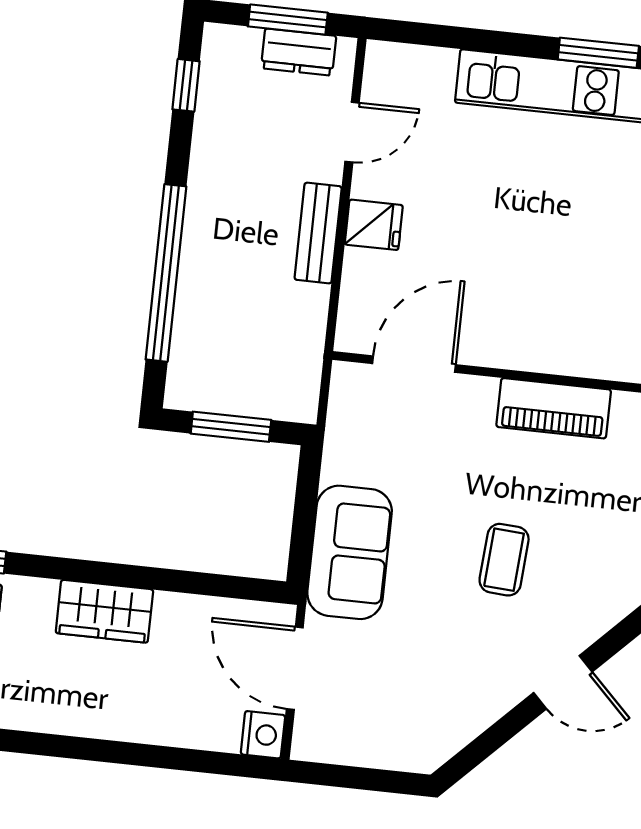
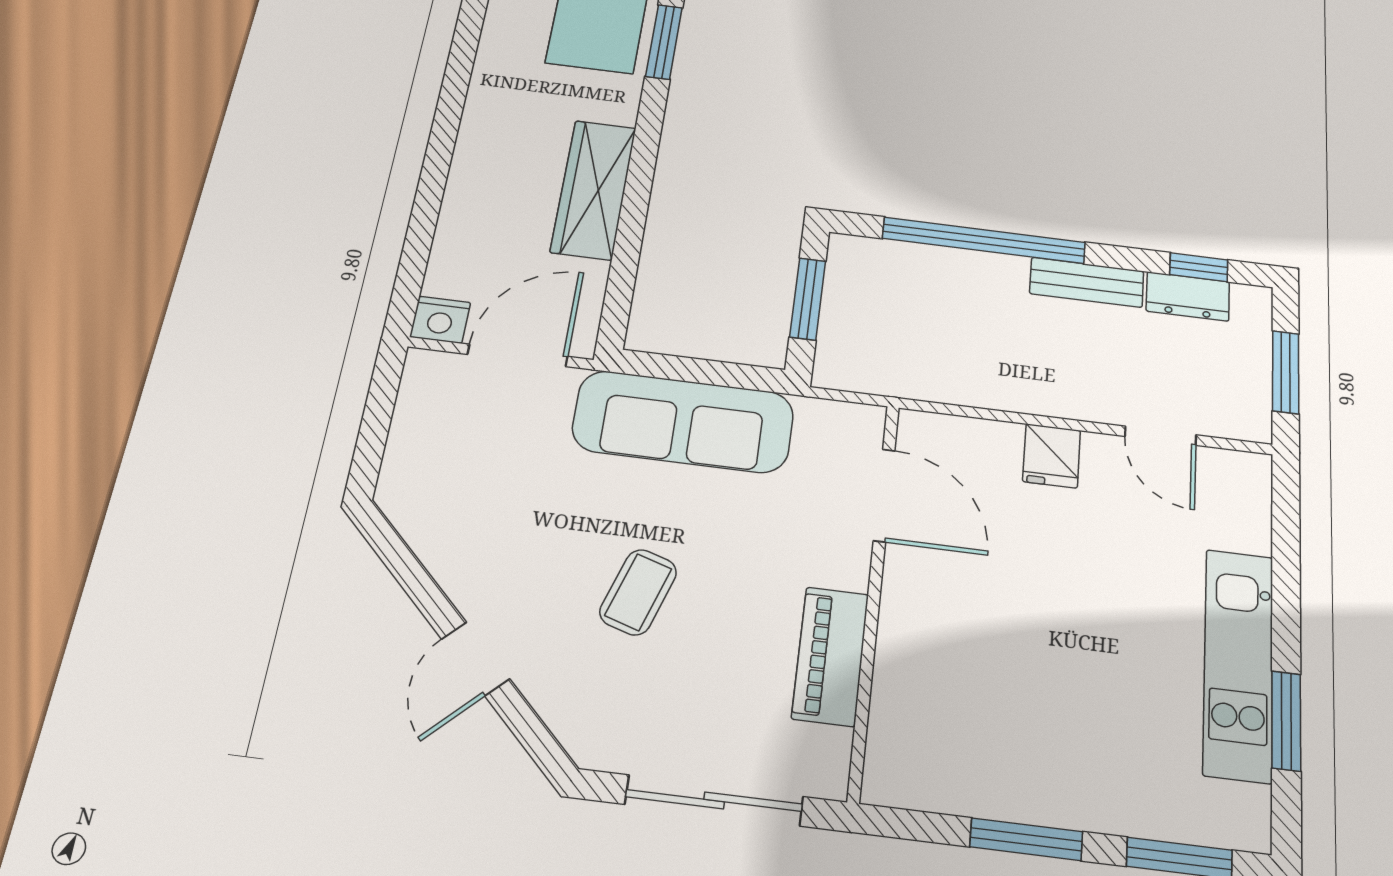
dresser: (299, 52) -> (1188, 296), moved, turned -90
bench: (318, 233) -> (1087, 282), moved
sofa: (350, 552) -> (683, 422), width x1.36
coffee table: (504, 560) -> (638, 592), turned -76
wardrobe: (104, 611) -> (594, 189), width x1.50

